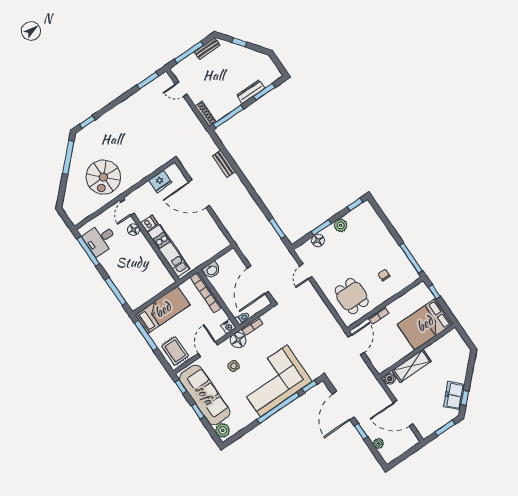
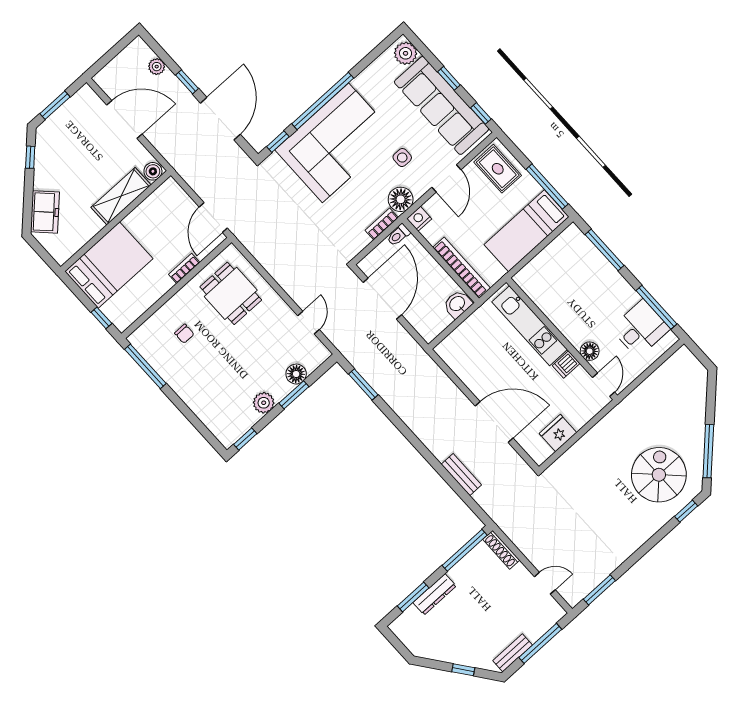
spiral stairs: (103, 177) -> (659, 475), moved
freezer: (454, 395) -> (45, 212), moved

